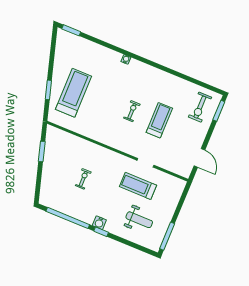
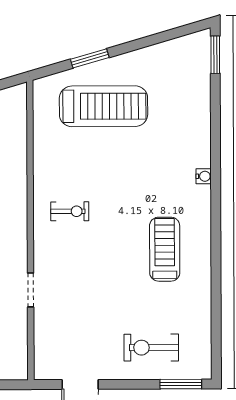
exercise bike: (200, 107) -> (151, 348), moved
exercise bike: (132, 111) -> (70, 211), moved
treadmill: (159, 120) -> (165, 249), moved, turned -90

